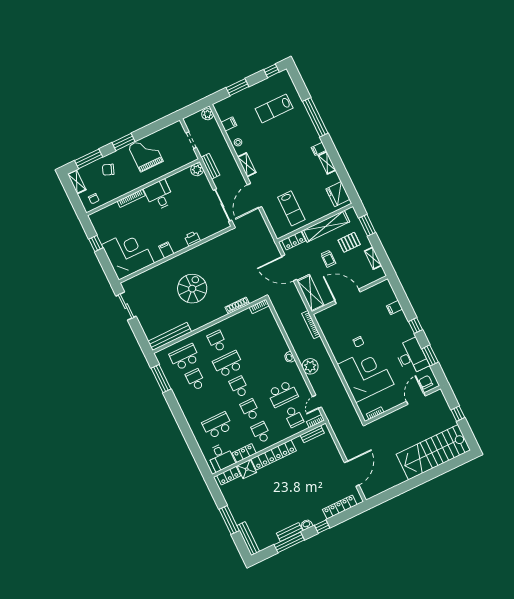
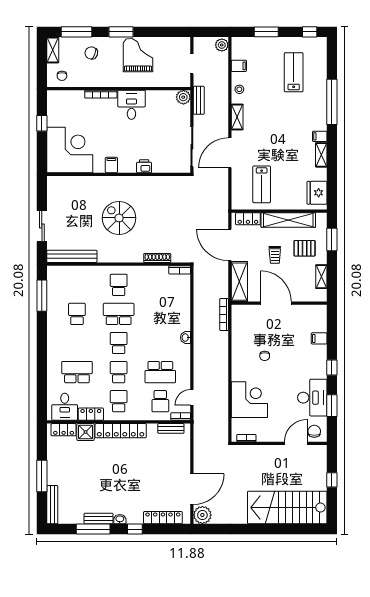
lab bench: (274, 108) -> (294, 72), turned 90
spiral stairs: (192, 289) -> (119, 218), turned -90
sliding door: (126, 306) -> (42, 226), moved
school desk: (184, 357) -> (77, 285), removed
plant: (310, 366) -> (202, 515), moved
corner desk: (366, 374) -> (249, 400), width x0.74, depth x0.74

